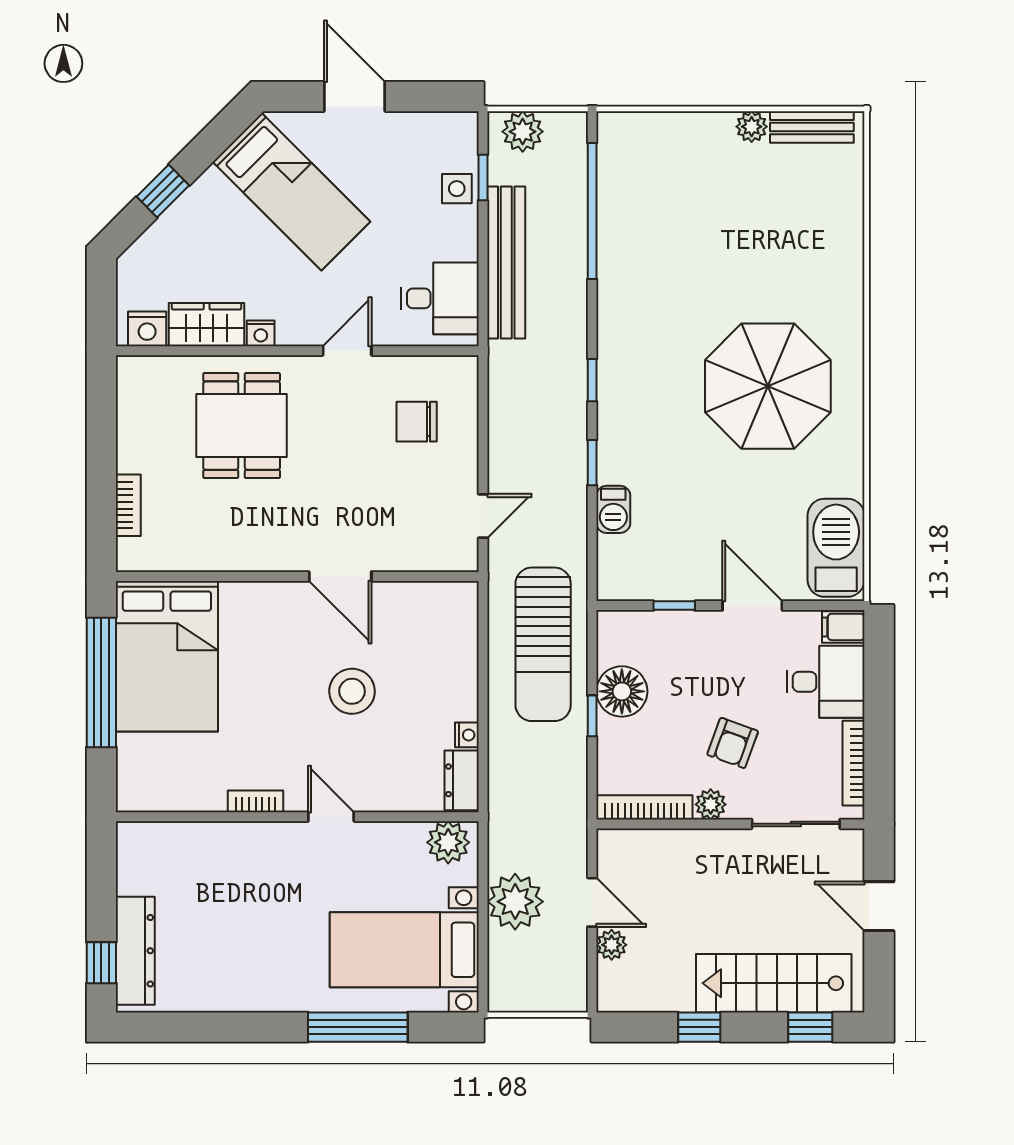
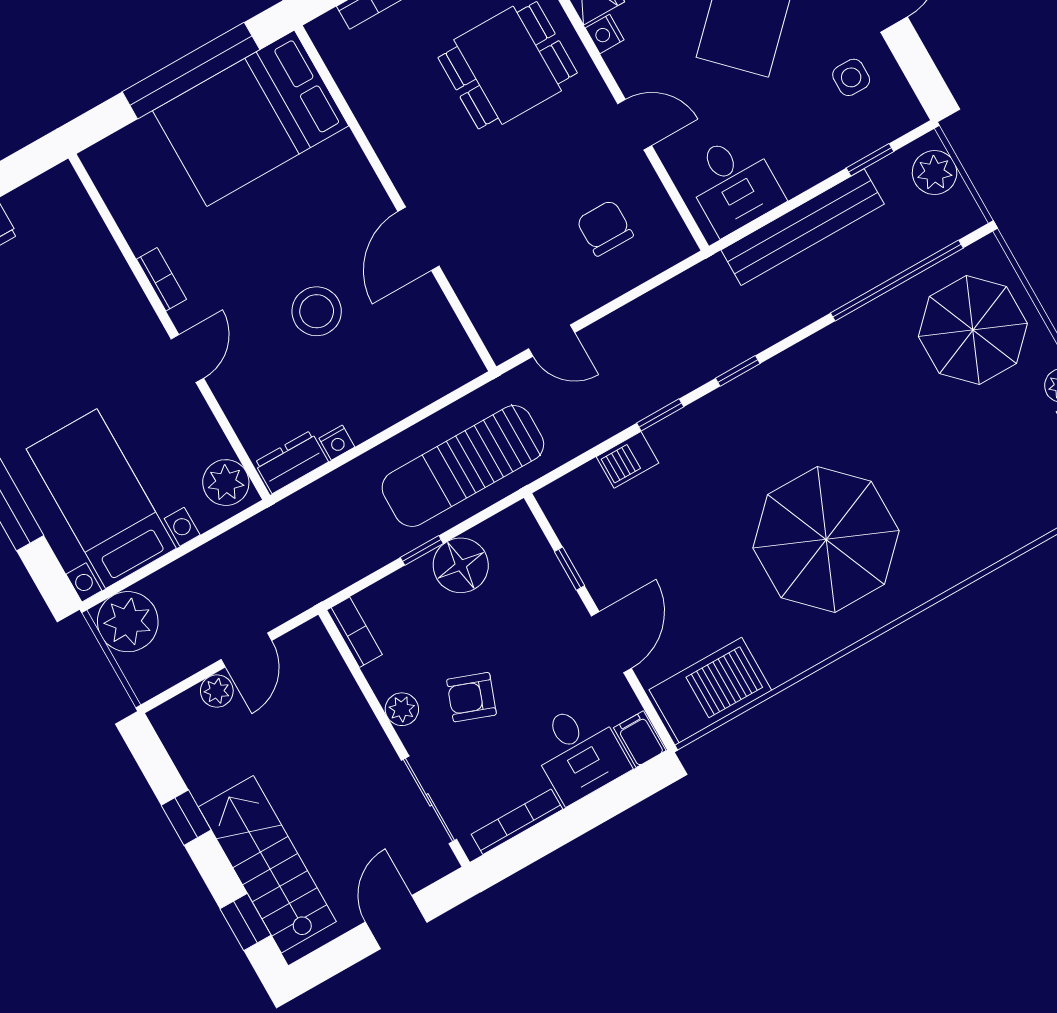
parasol: (667, 173) -> (973, 330), added
side table: (457, 189) -> (851, 77), moved
bookcase: (644, 807) -> (355, 632), width x0.64
plant: (515, 902) -> (128, 622), moved

